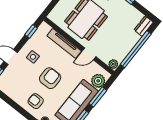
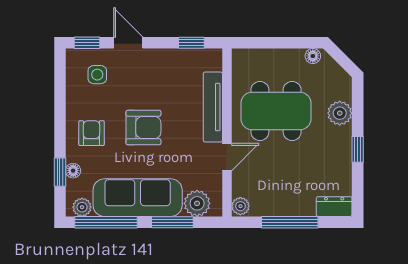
window: (136, 49) -> (290, 222), width x0.68
door: (89, 54) -> (227, 157), swing flipped
side table: (33, 57) -> (97, 75), moved

